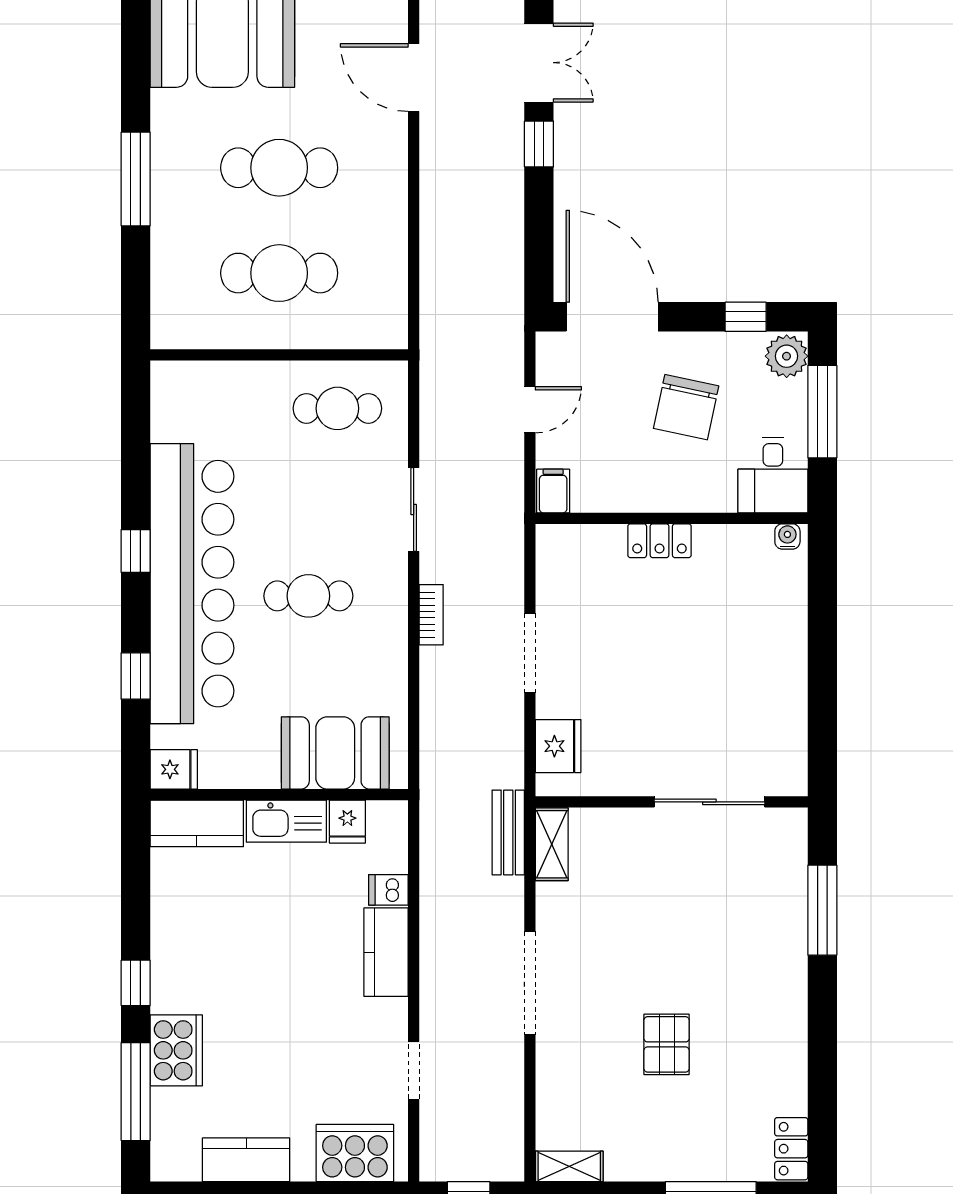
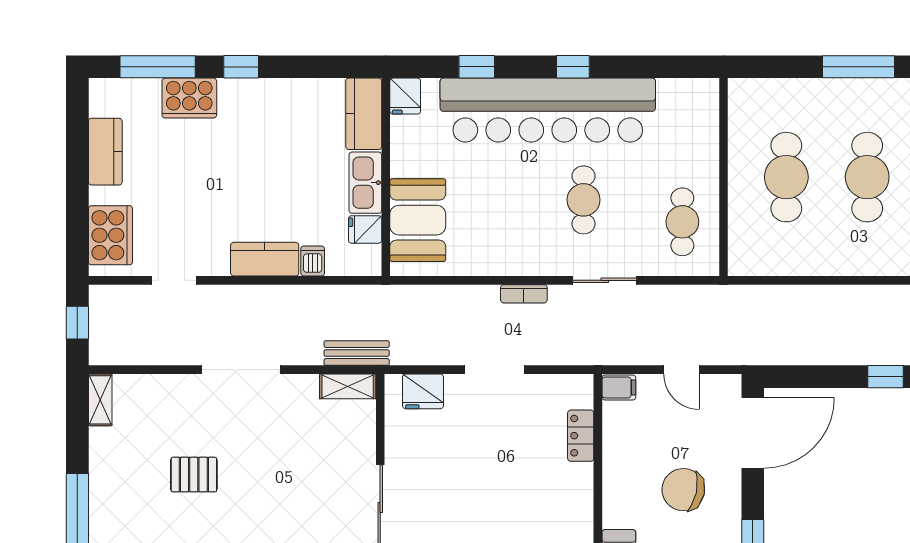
locker: (659, 541) -> (581, 436), moved
cafe table: (308, 596) -> (584, 200), moved

